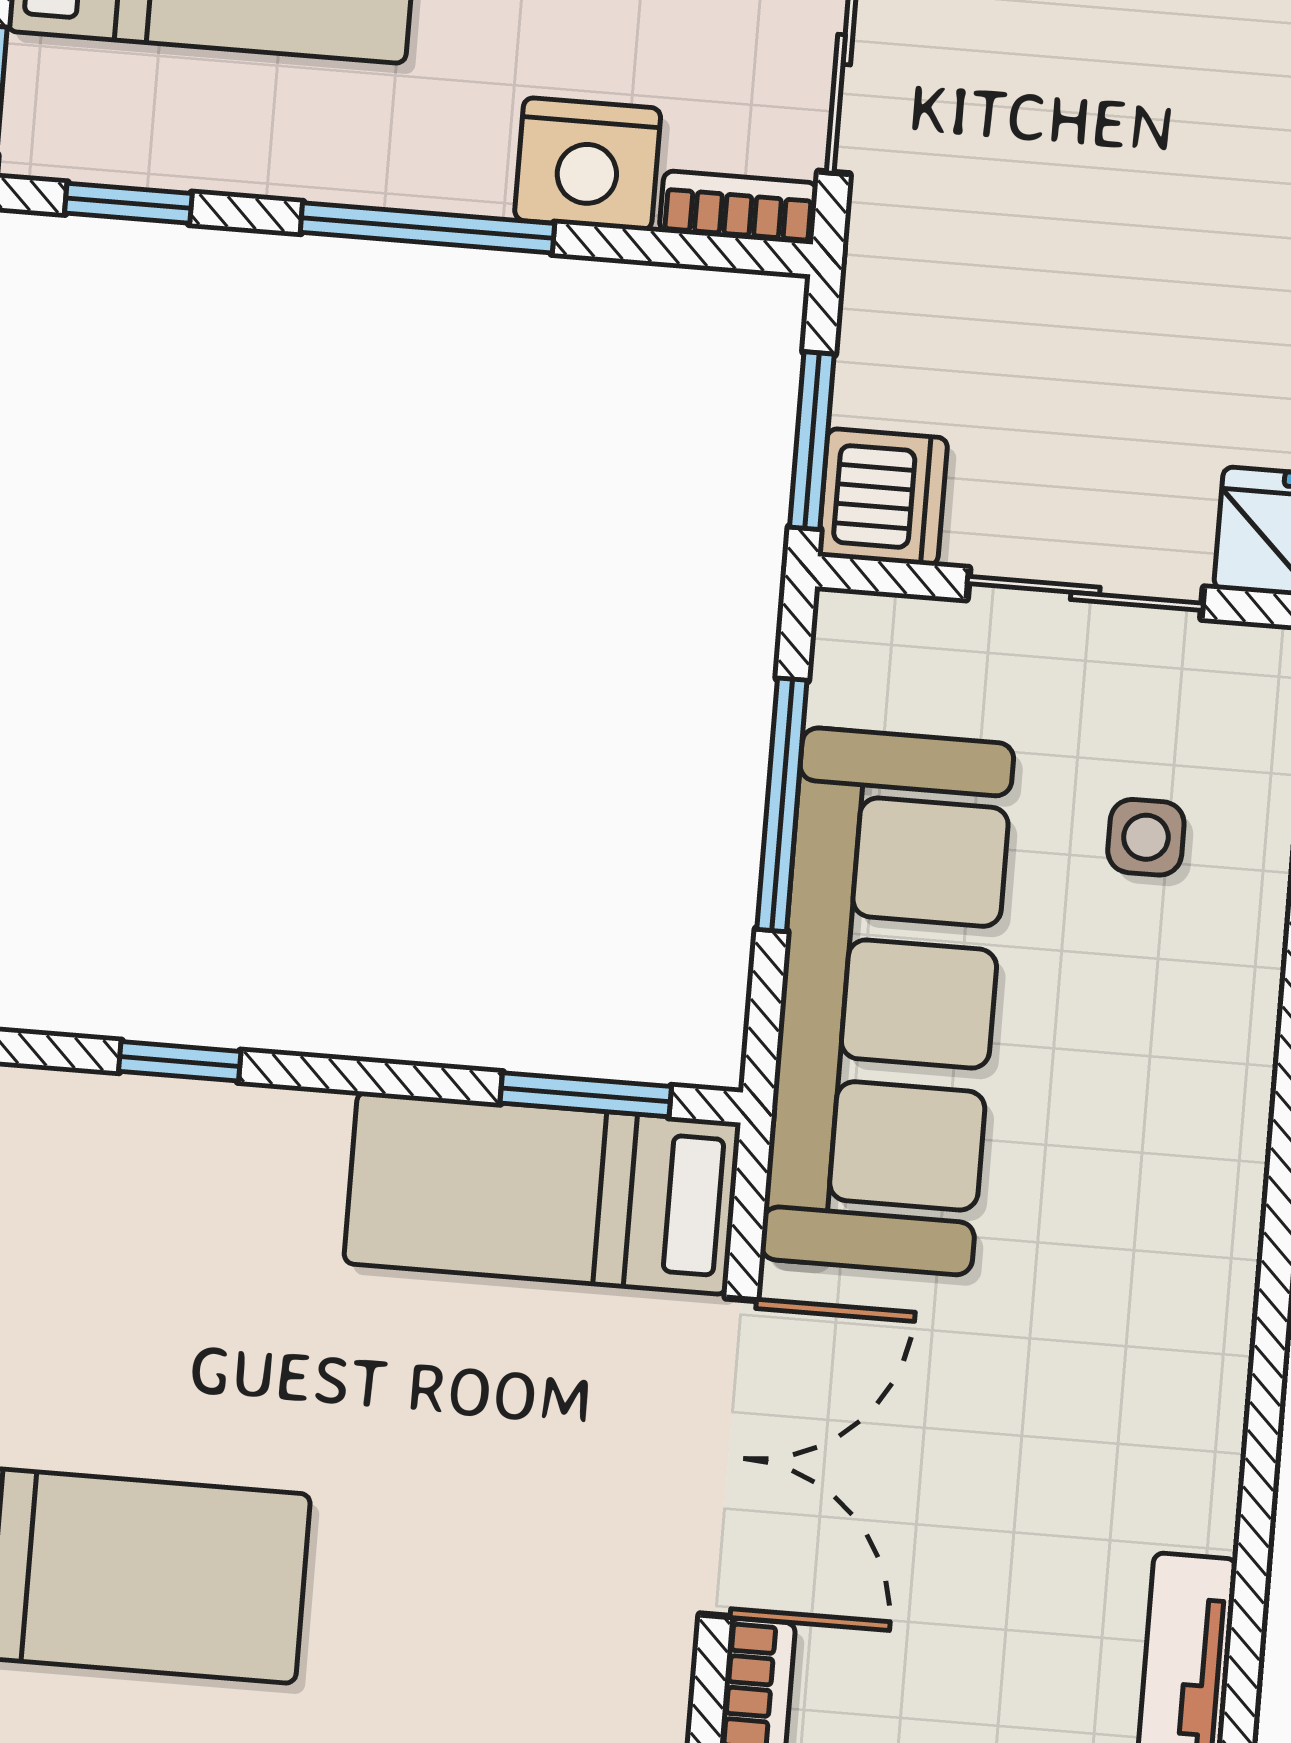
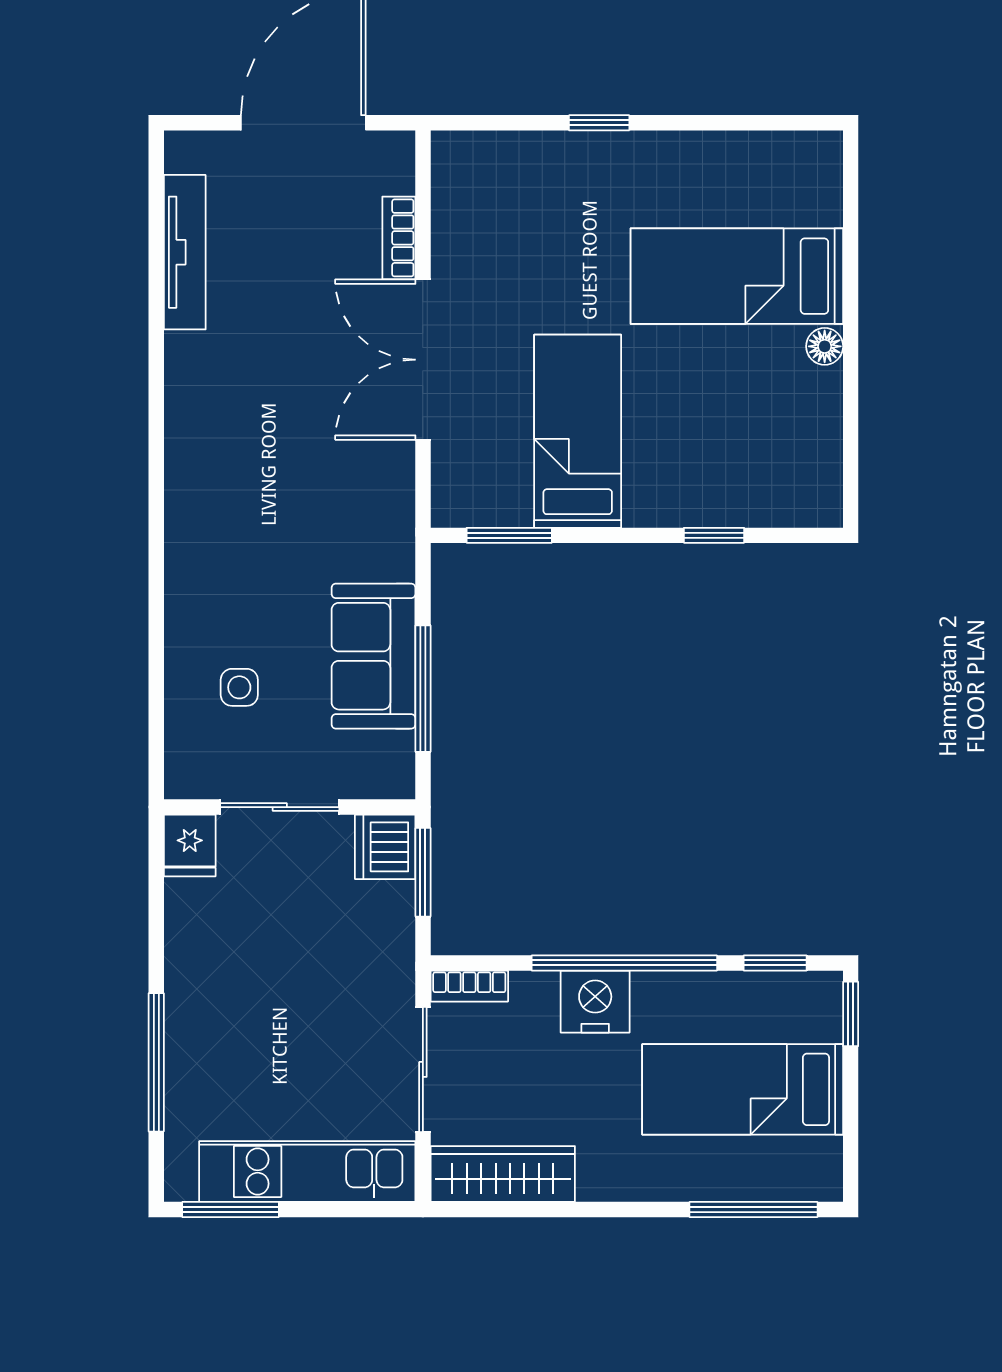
nightstand: (588, 164) -> (595, 1002), moved
window: (427, 228) -> (624, 963), width x1.46
sofa: (887, 1001) -> (373, 656), width x0.54, depth x0.79
bed: (542, 1193) -> (578, 431), moved, turned -90

